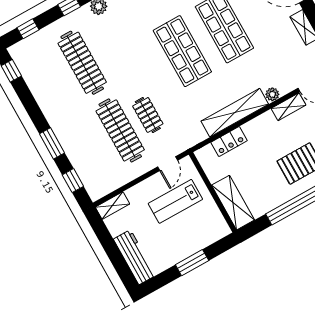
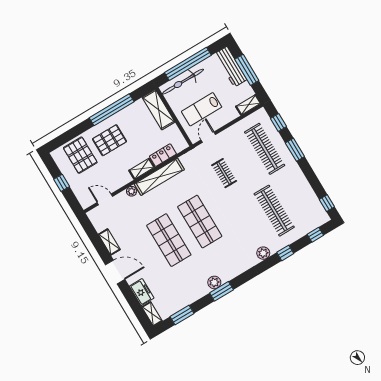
shelving: (289, 107) -> (142, 169), moved
clothes rail: (120, 130) -> (265, 149), moved
lab bench: (175, 201) -> (202, 109), turned 180
bicycle: (199, 239) -> (183, 82), added
window: (113, 252) -> (247, 70), added
window: (192, 263) -> (188, 64), width x2.11

